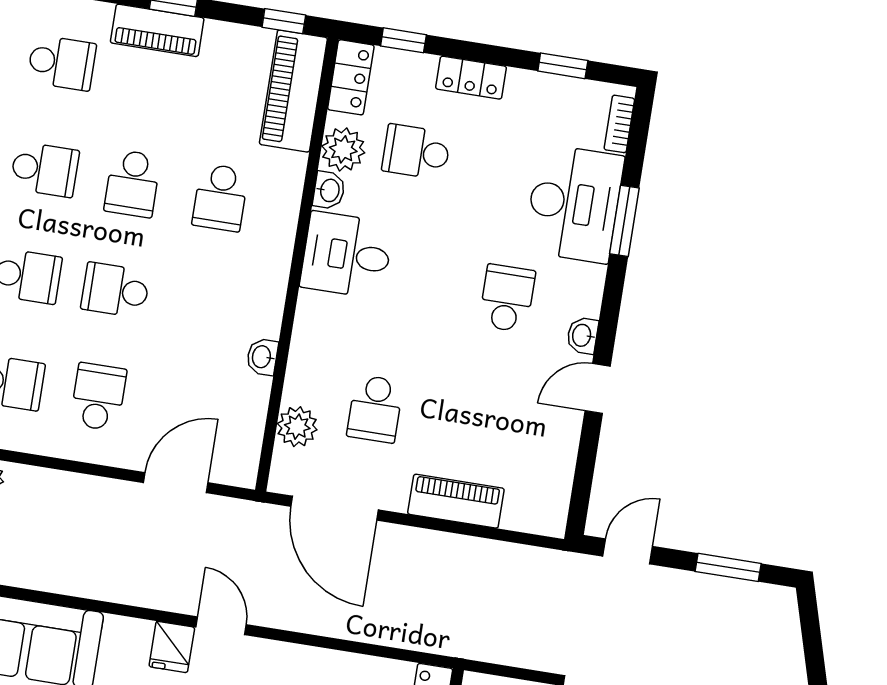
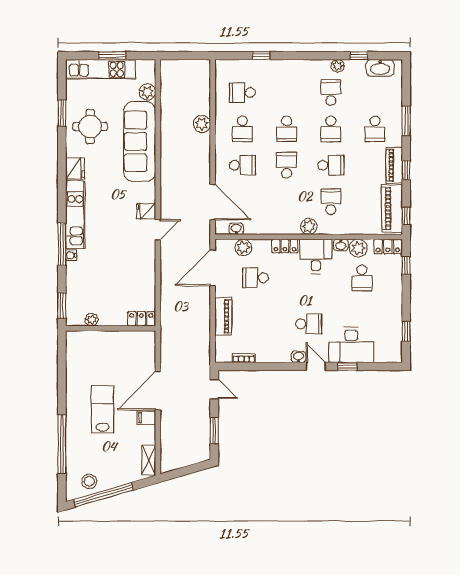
locker: (471, 78) -> (285, 246), moved, turned -90
piano: (293, 91) -> (392, 208), moved, turned -90
bookcase: (619, 124) -> (244, 358), moved
school desk: (416, 152) -> (362, 278), turned 180
school desk: (132, 184) -> (331, 165), turned 180
school desk: (220, 198) -> (331, 202), turned 90
window: (624, 221) -> (347, 366), width x0.67
plant: (272, 260) -> (309, 227), added
washbasin: (262, 357) -> (236, 229), moved
door: (598, 389) -> (316, 366), moved
door: (176, 483) -> (213, 202), width x1.36

